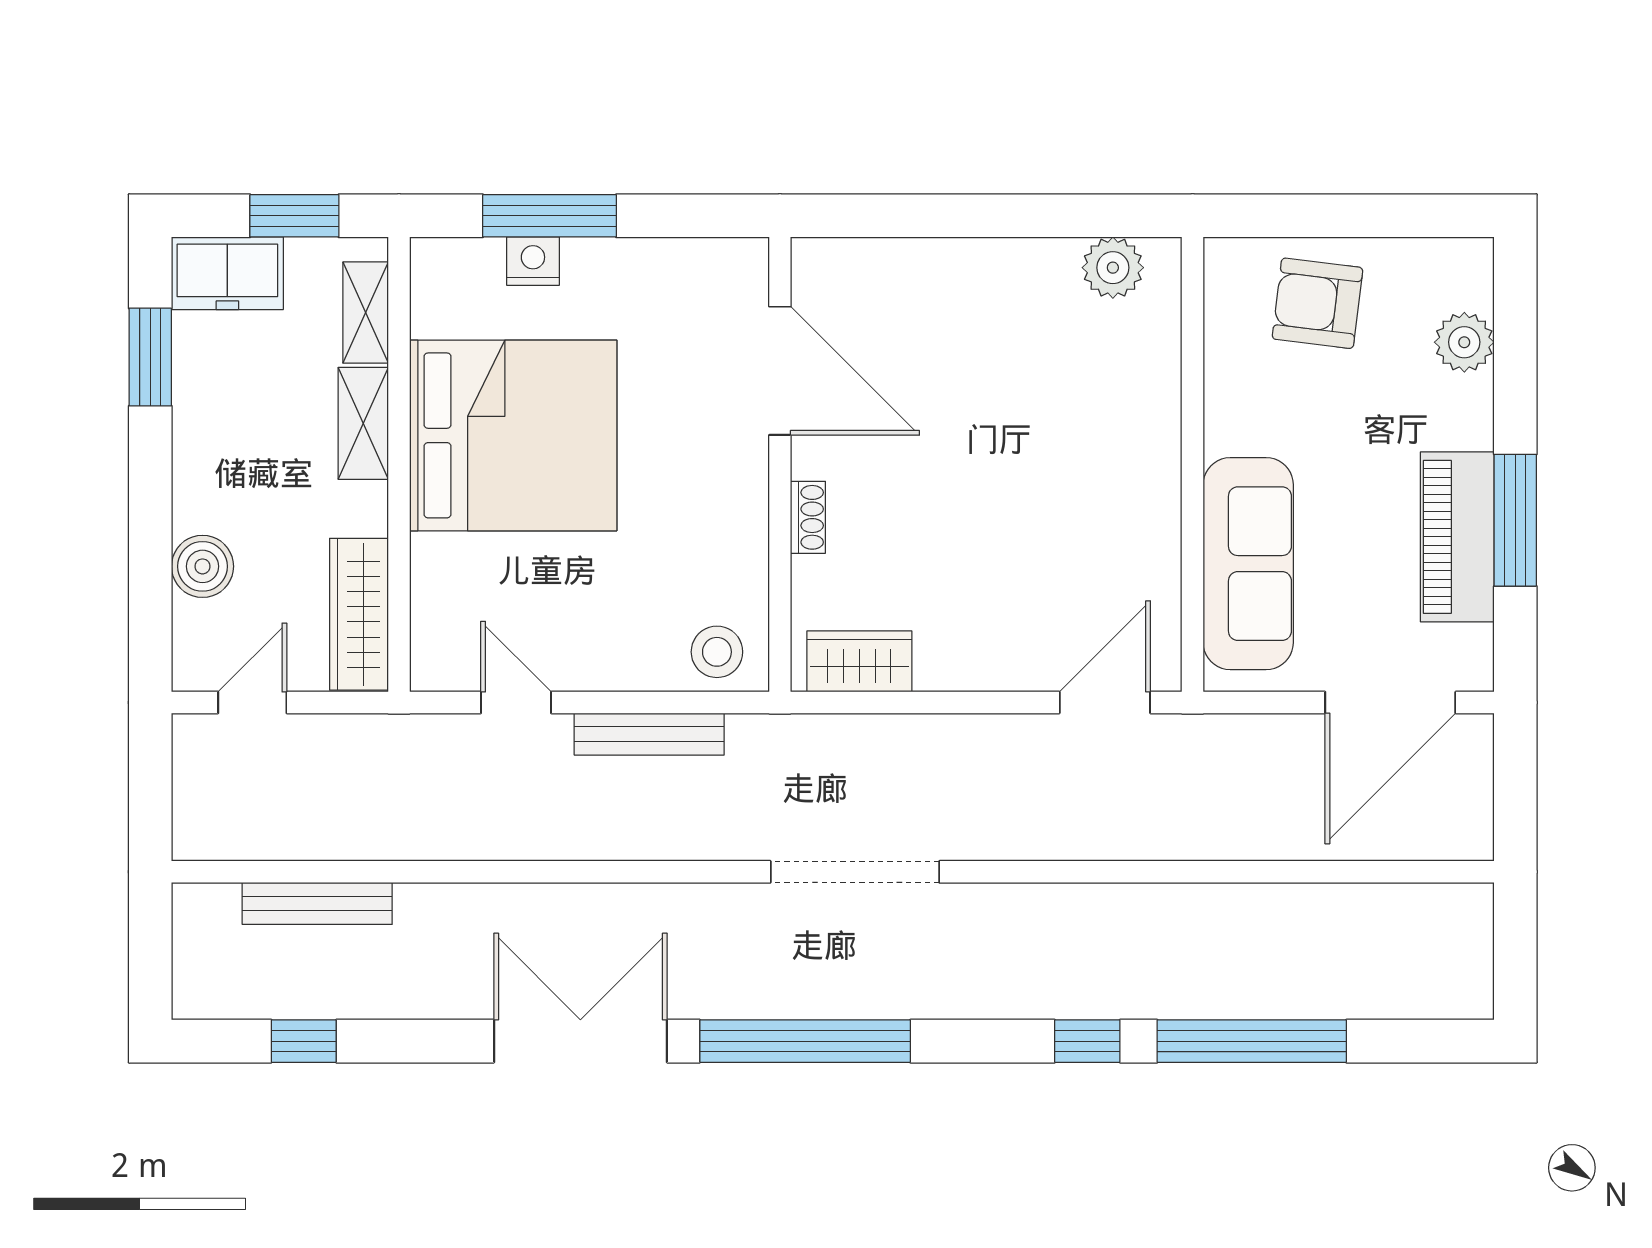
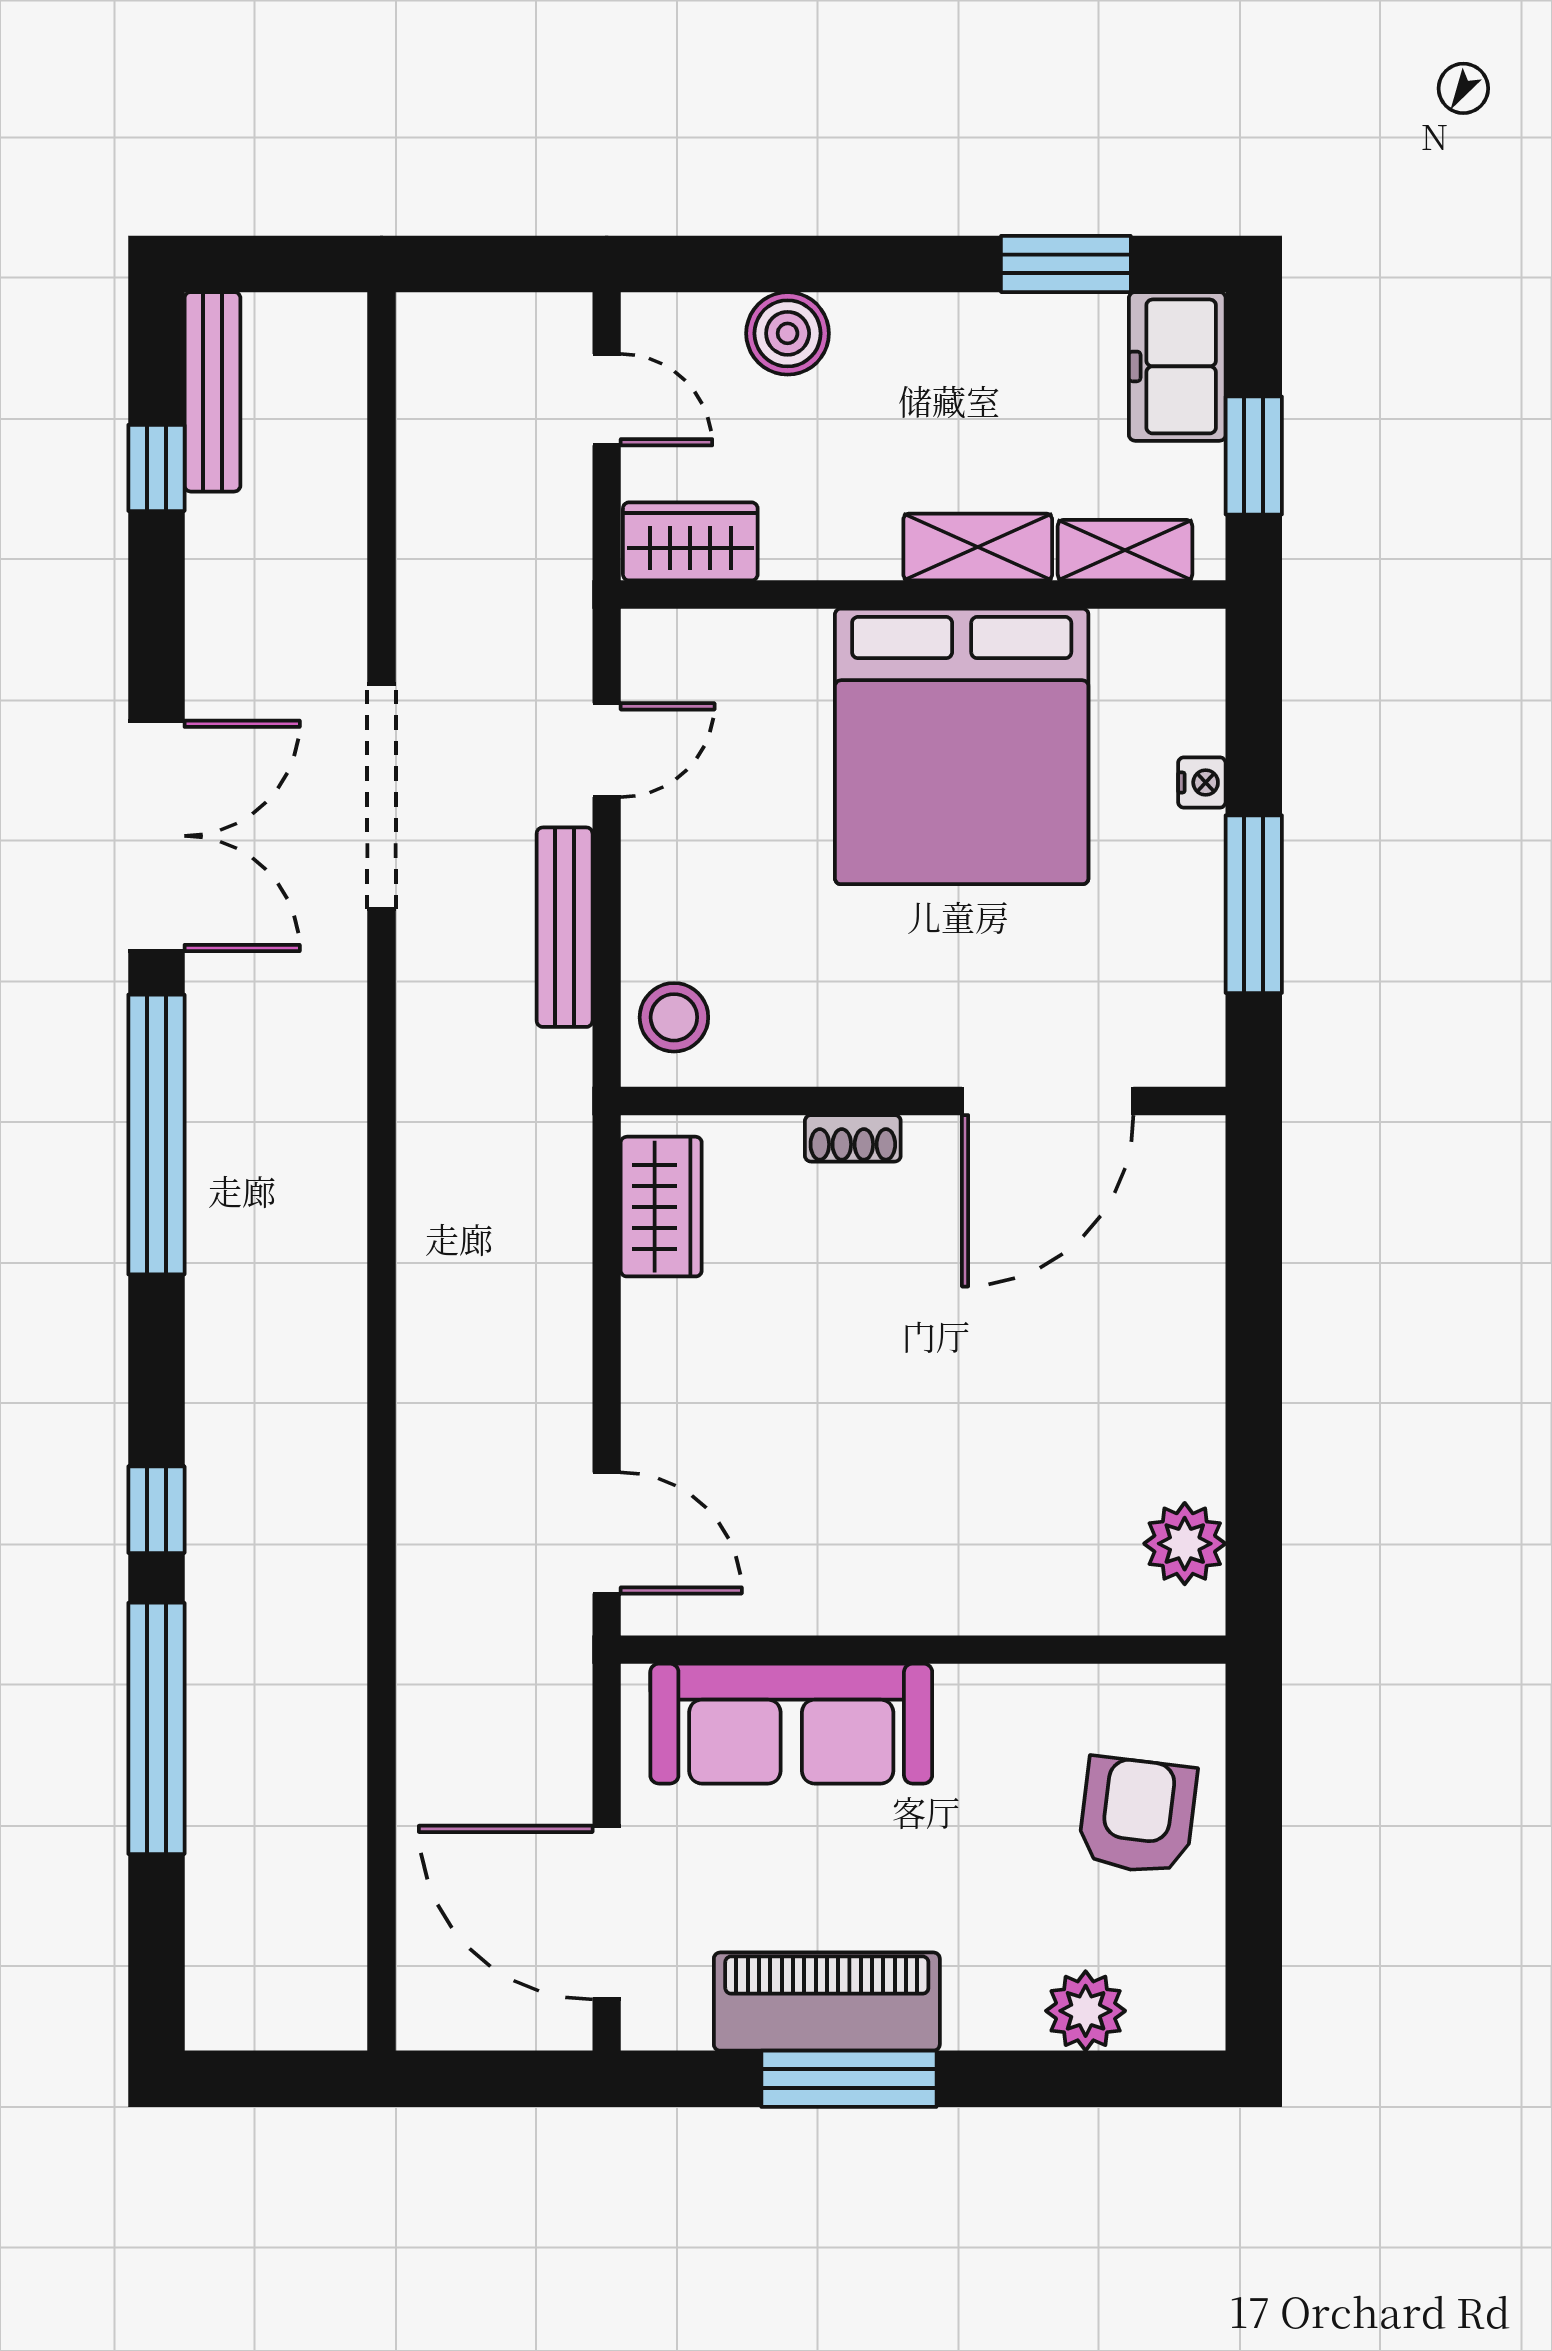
window: (549, 216) -> (1254, 904), moved
nightstand: (533, 261) -> (1202, 782), width x0.72, depth x0.74
wardrobe: (359, 614) -> (690, 541), width x0.67
doorway: (855, 872) -> (382, 797), moved
bench: (317, 903) -> (212, 392), moved

